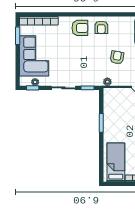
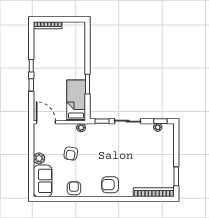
armchair: (101, 27) -> (74, 188), moved
corner sofa: (34, 56) -> (159, 155), removed
bed: (116, 162) -> (76, 101), moved, turned 180

